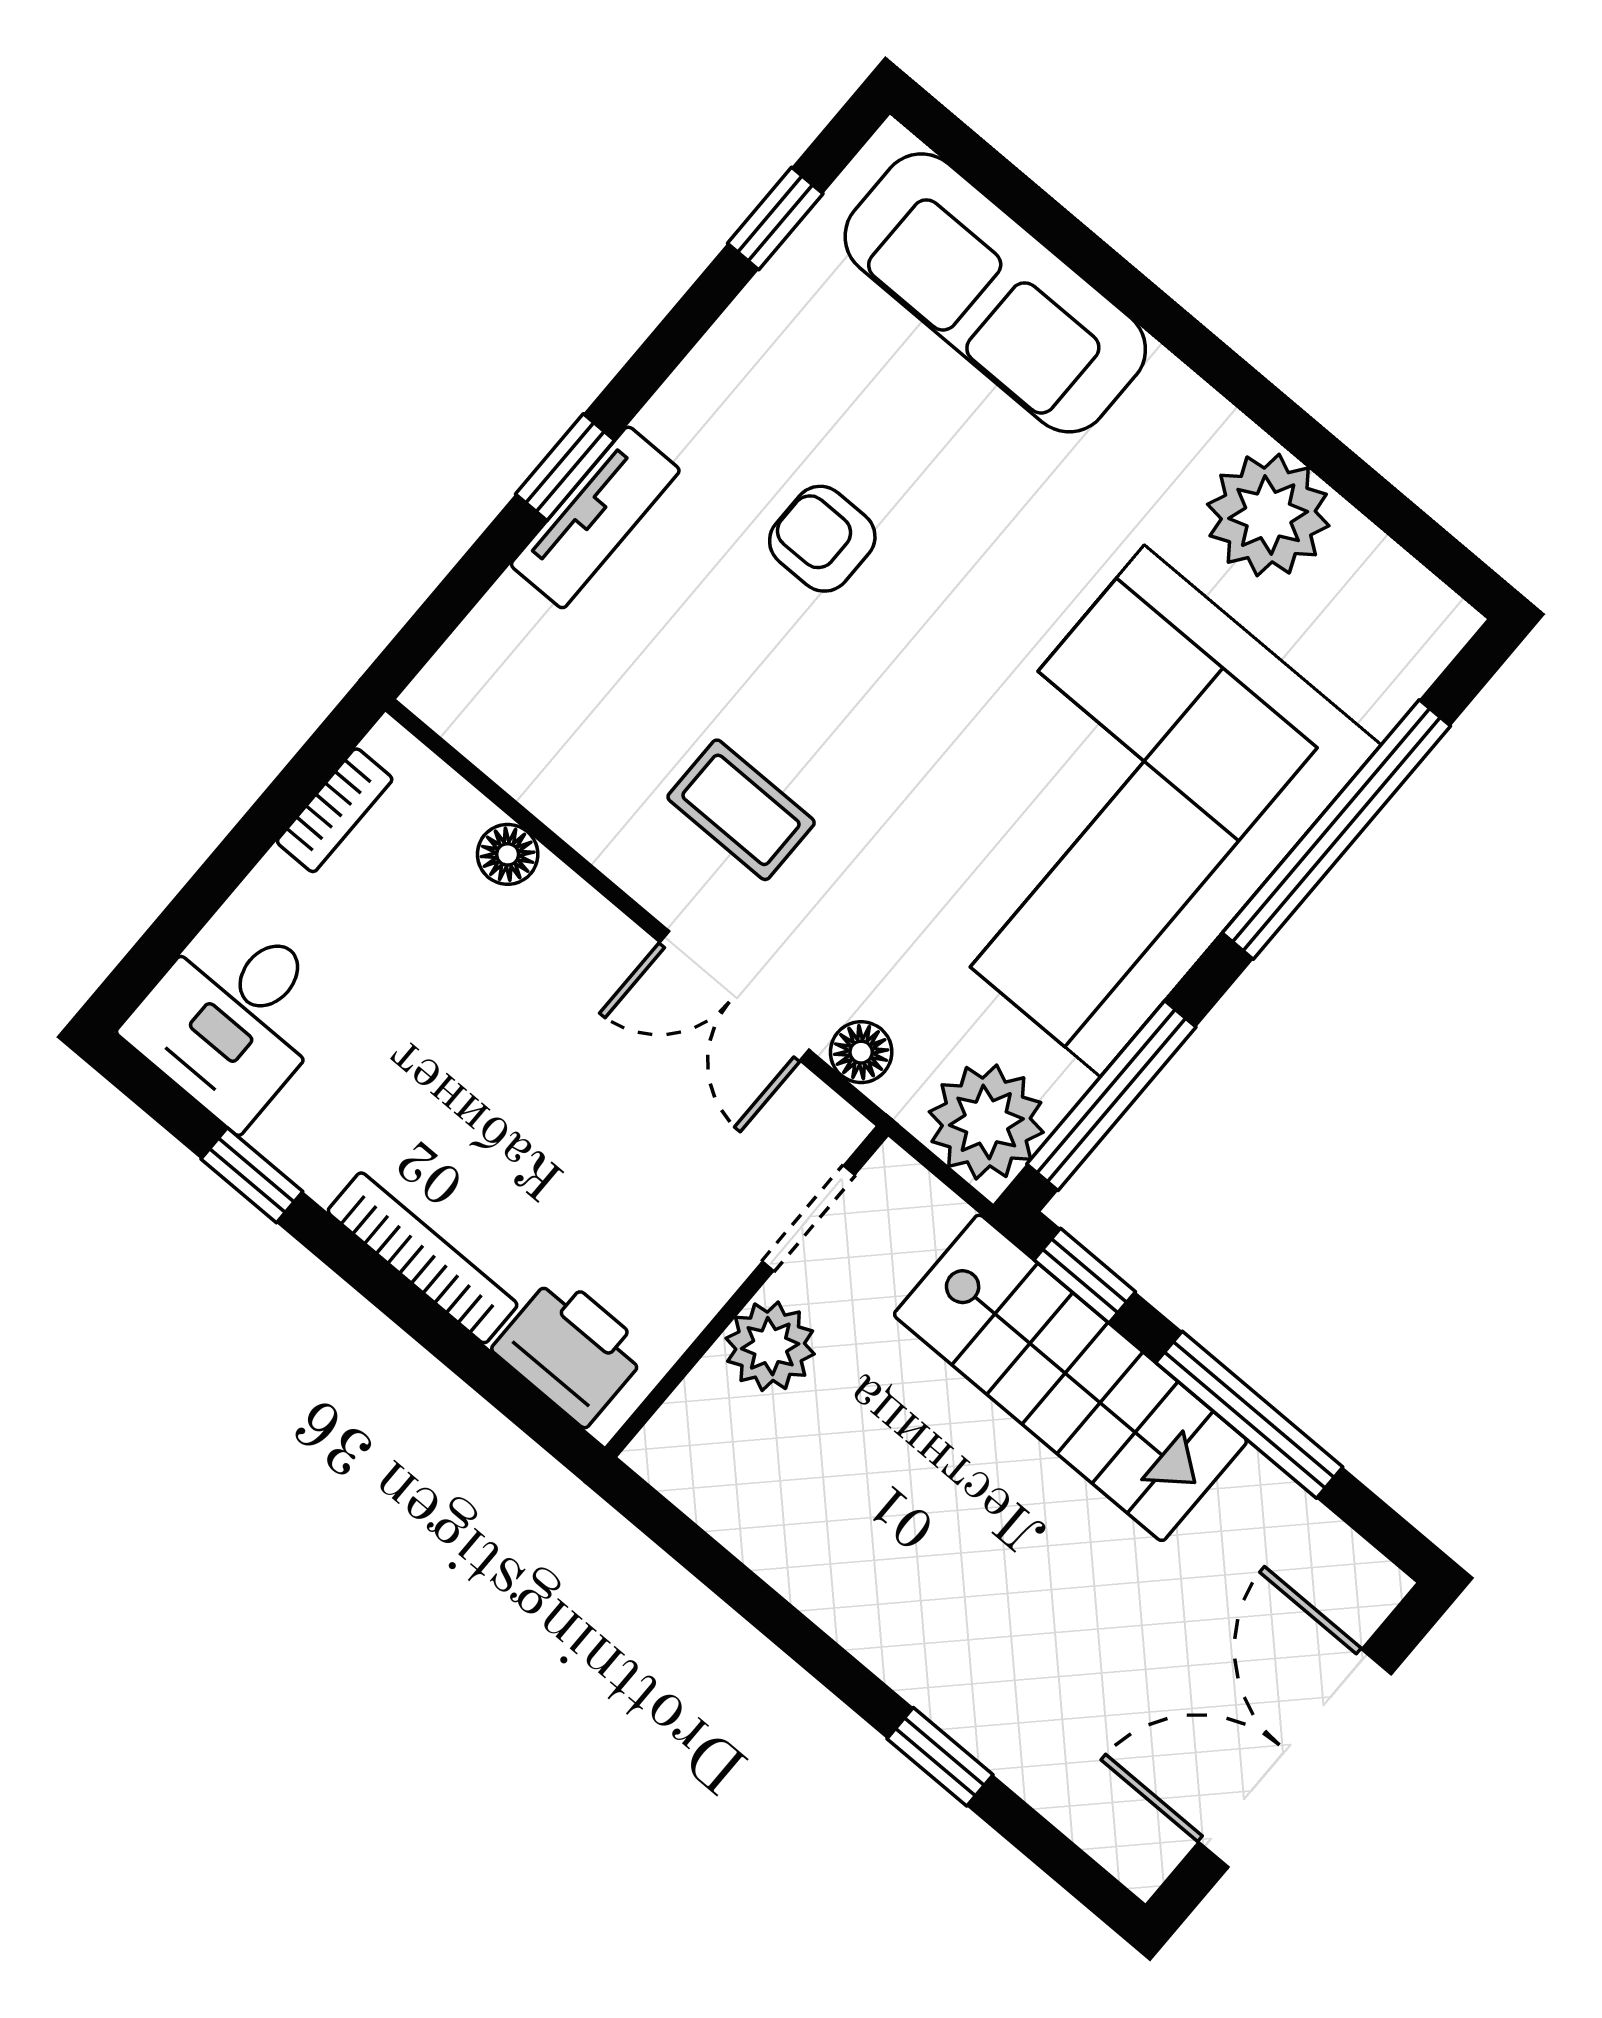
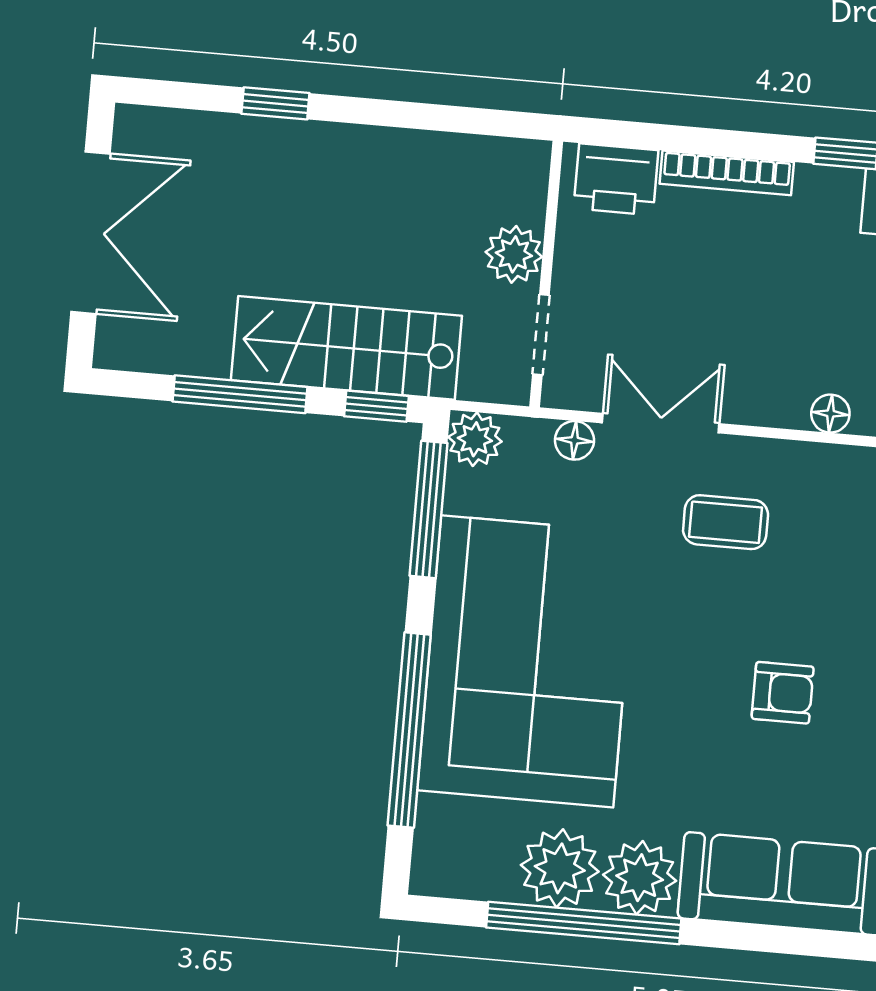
window: (1287, 423) -> (584, 923), added
plant: (1174, 430) -> (640, 878), added
plant: (986, 1122) -> (475, 439), width x0.73, depth x0.73

